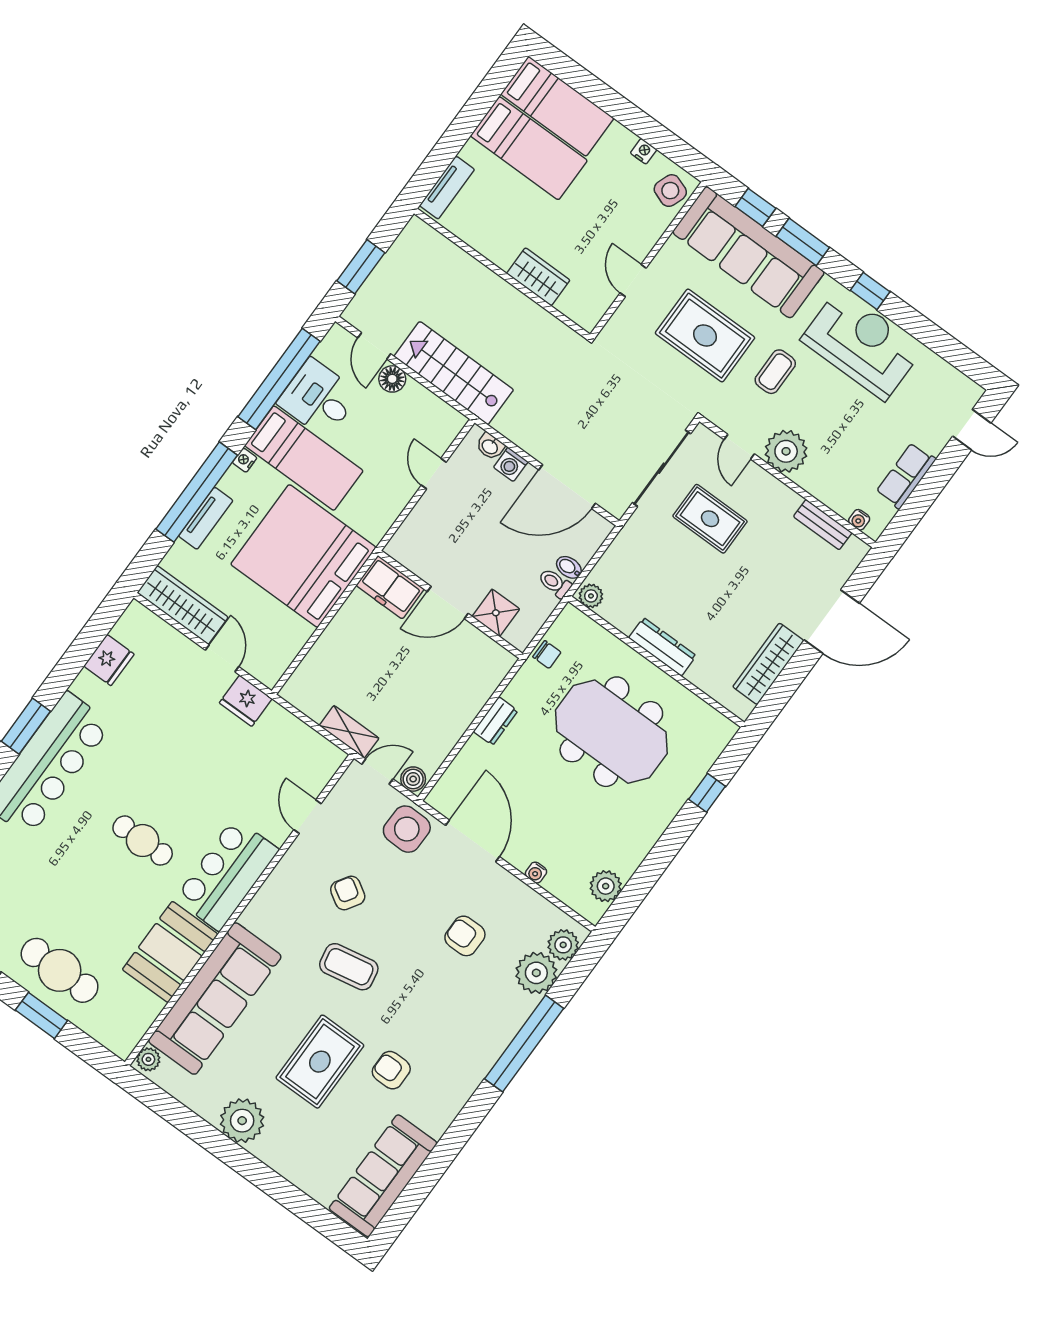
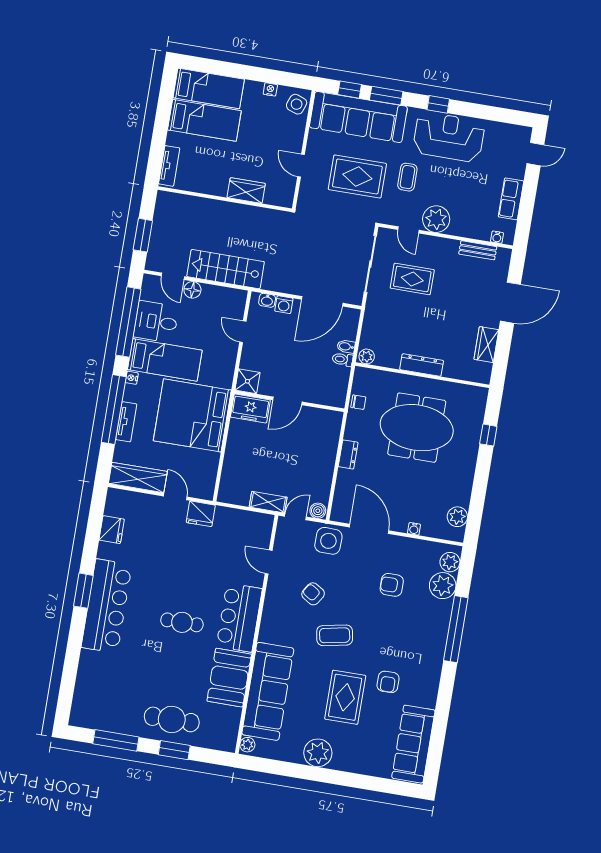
shower: (496, 613) -> (247, 381), moved
wardrobe: (768, 664) -> (486, 345), width x0.67
armchair: (391, 1070) -> (388, 682), turned -90

